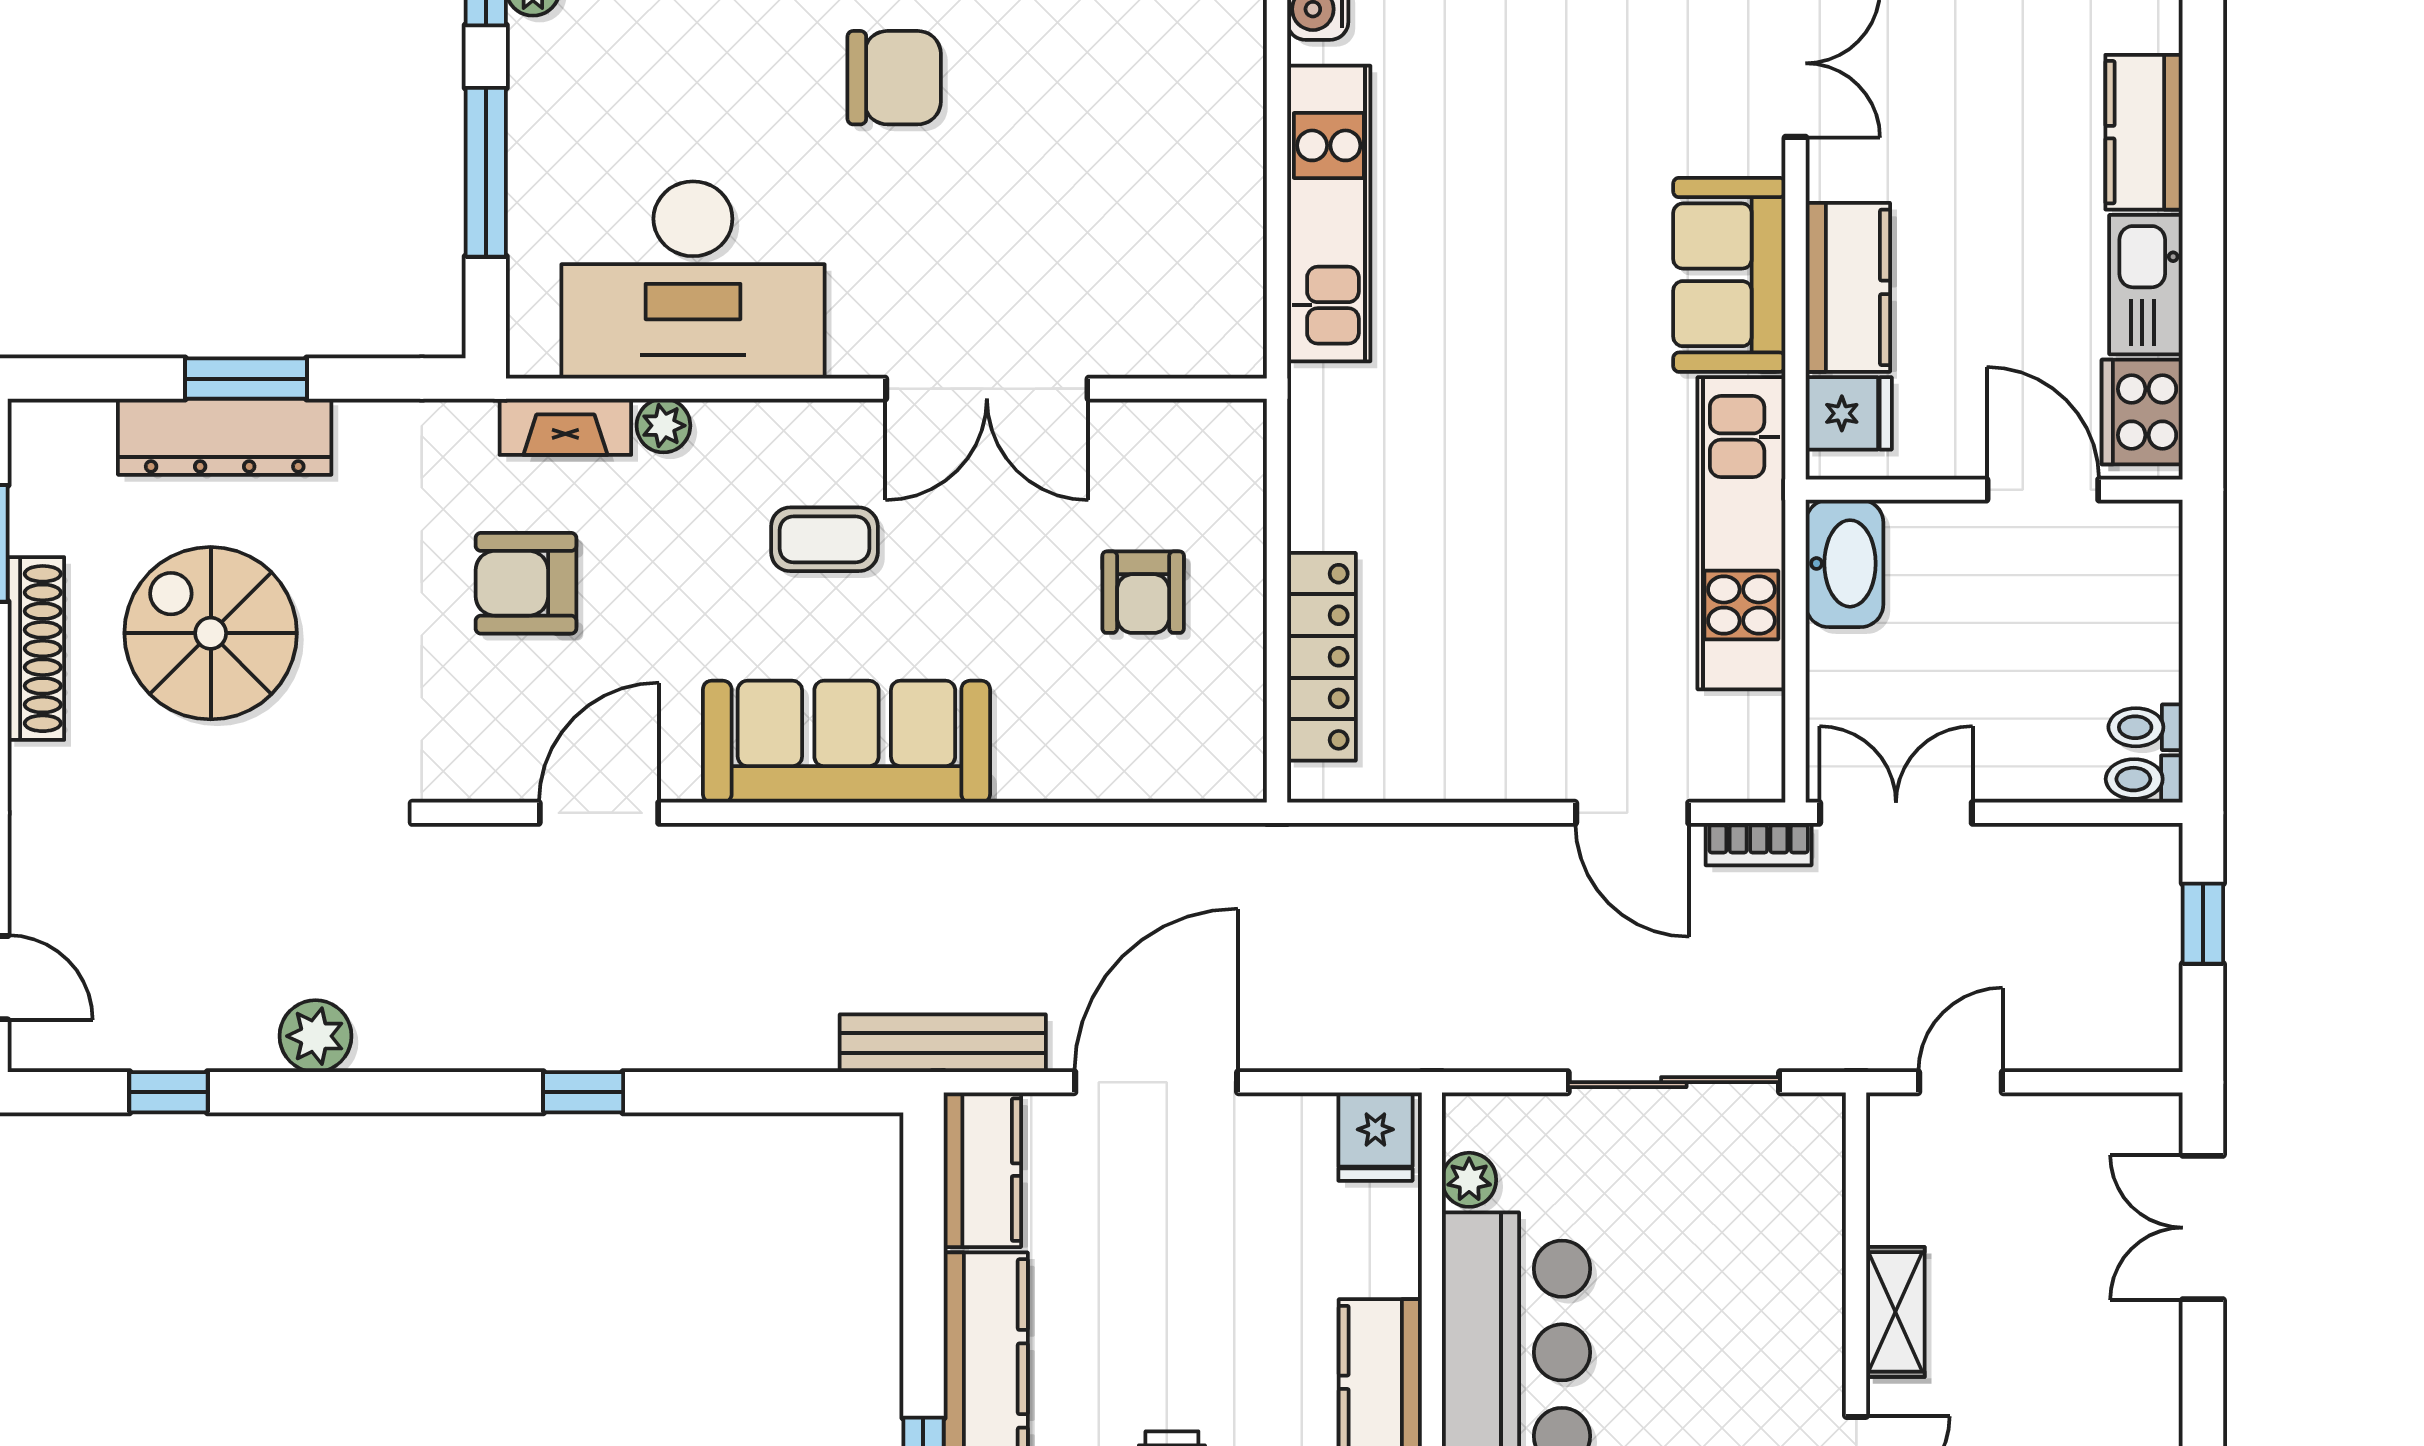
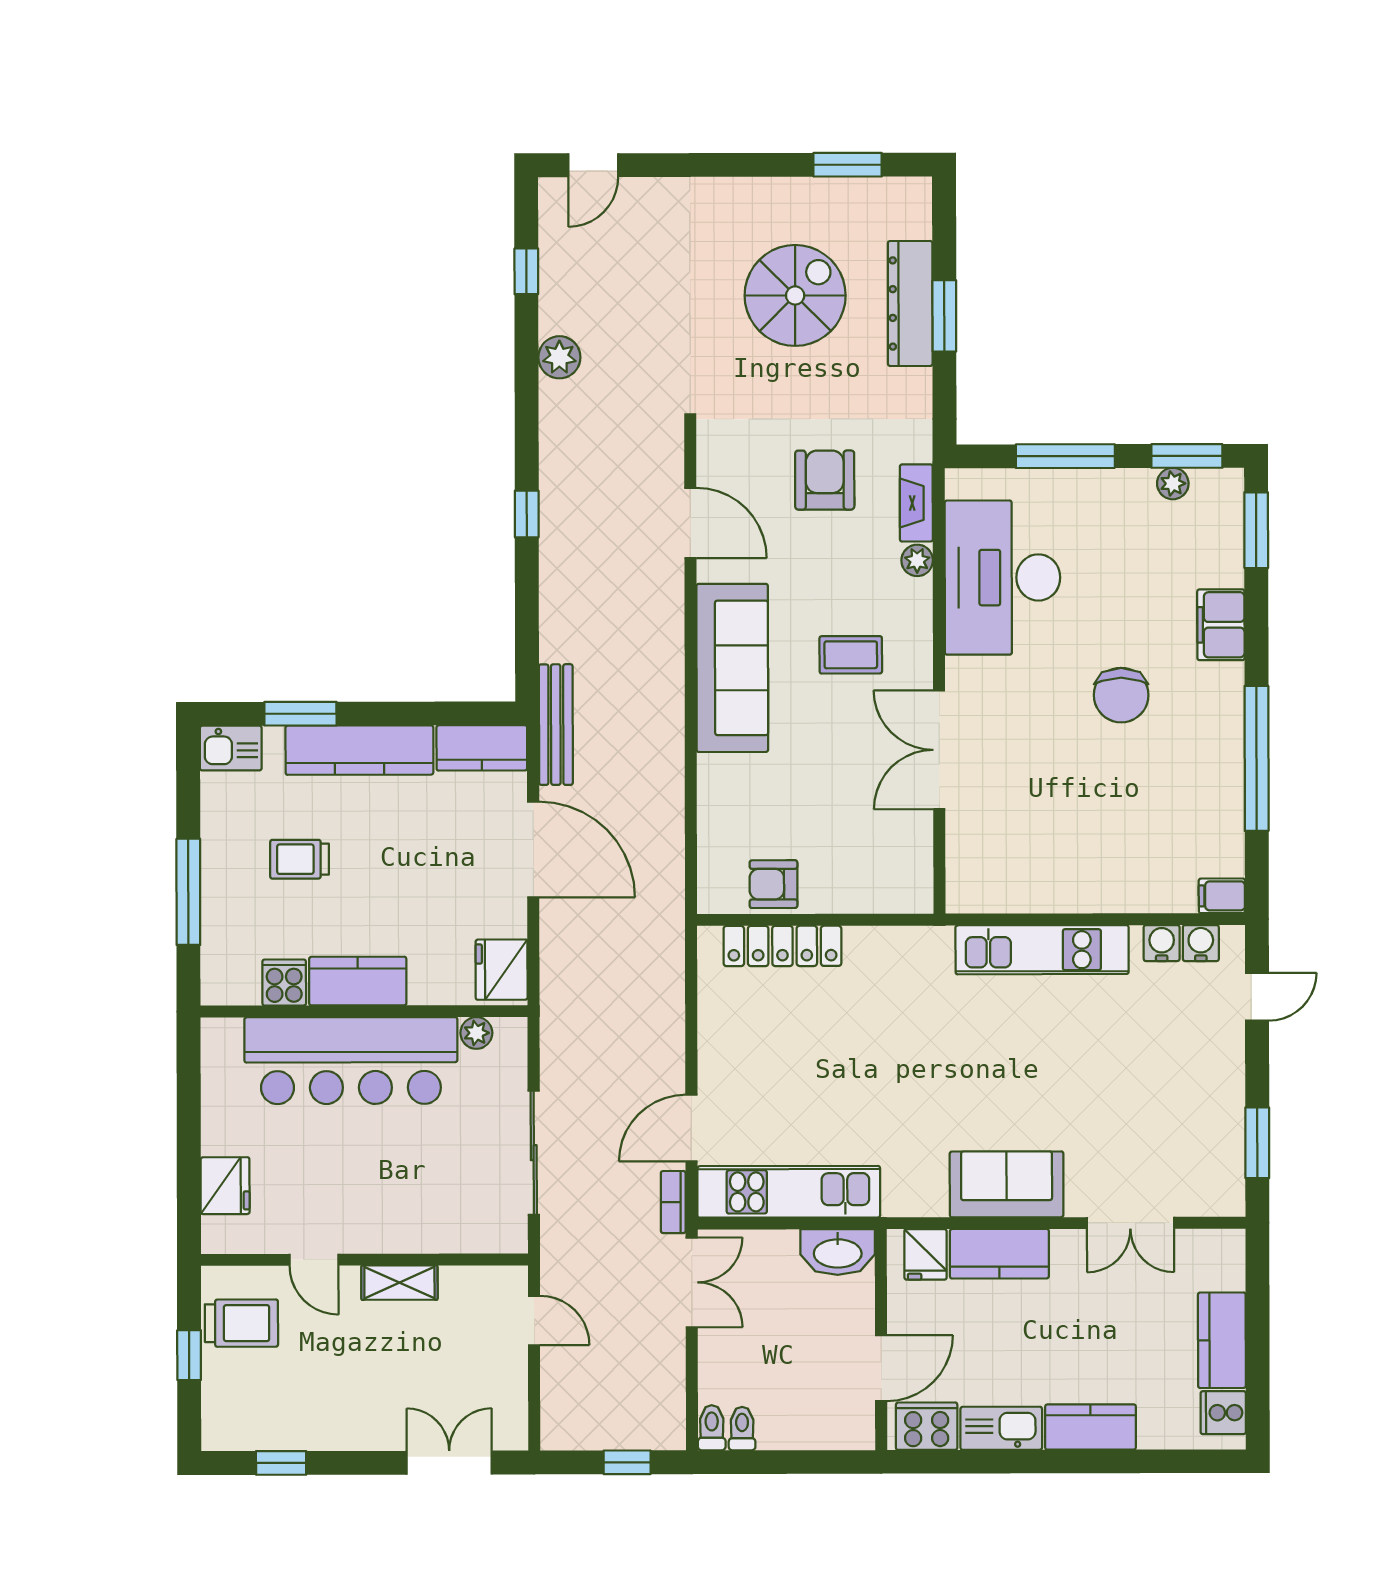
kitchen unit: (1741, 533) -> (789, 1192), moved
coffee table: (824, 539) -> (851, 655), turned 90
armchair: (1143, 592) -> (773, 884), moved
shoe rack: (36, 649) -> (786, 193), removed
fridge: (1375, 1137) -> (502, 970), width x1.38

